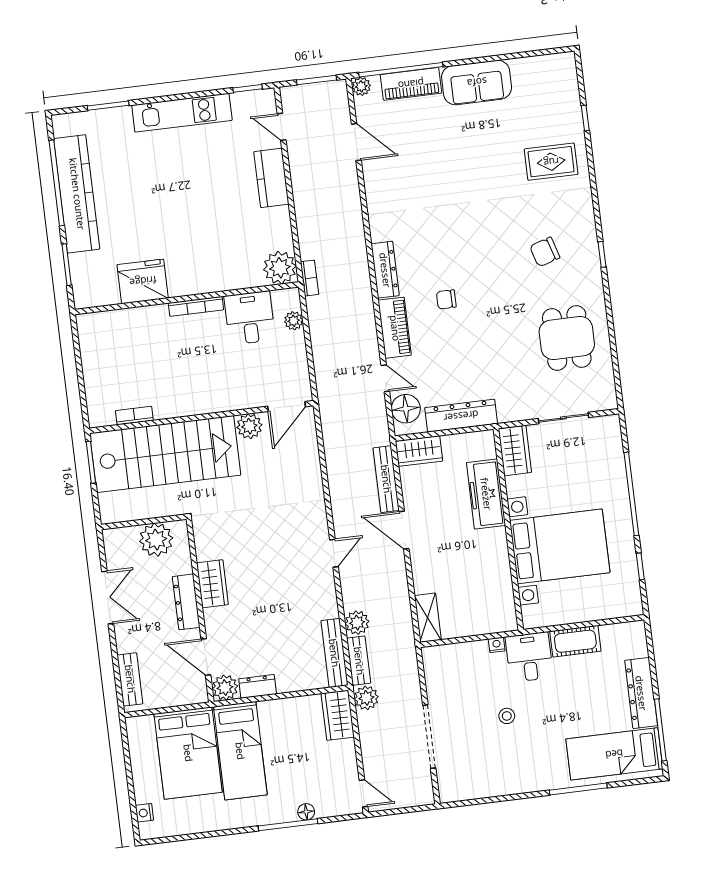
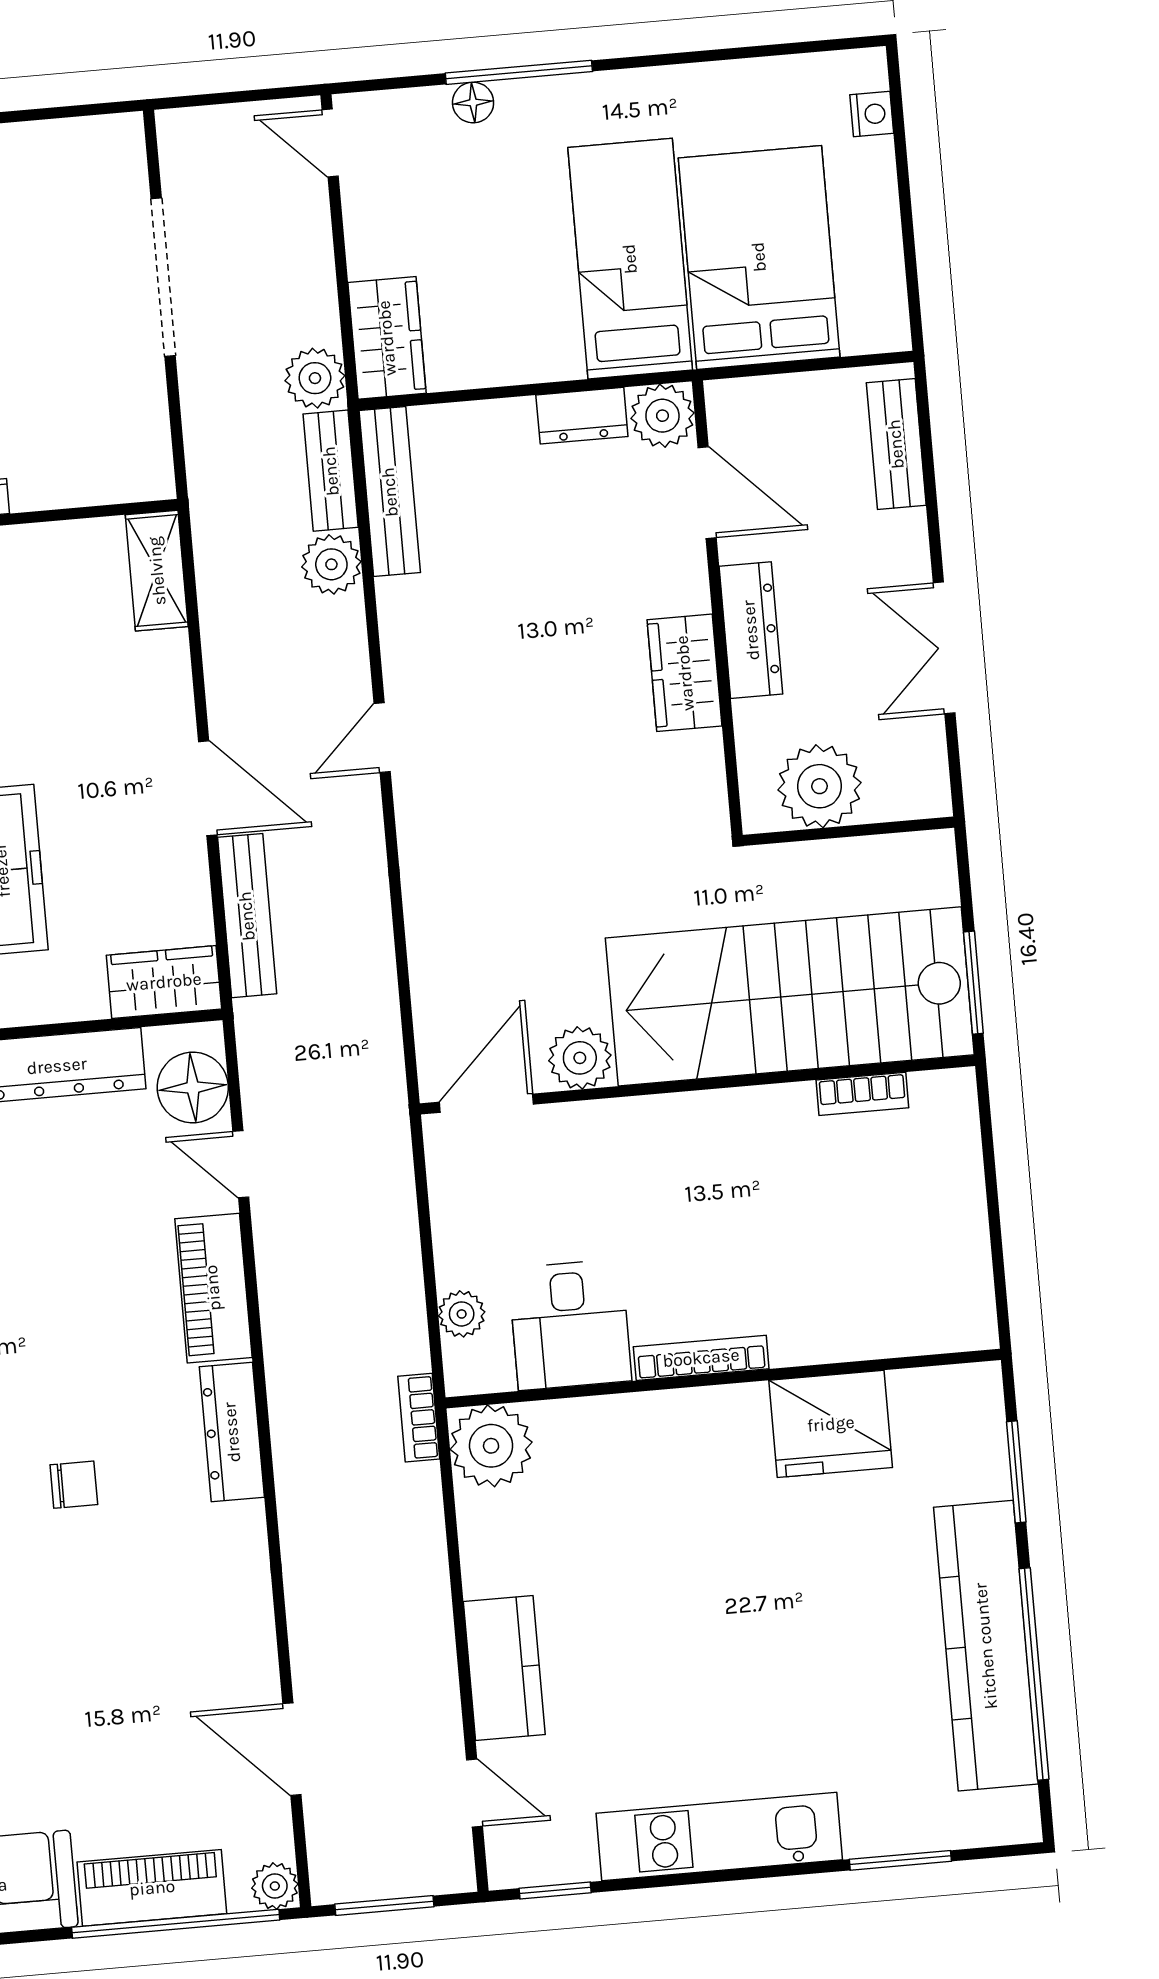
chair: (446, 299) -> (74, 1485), moved

